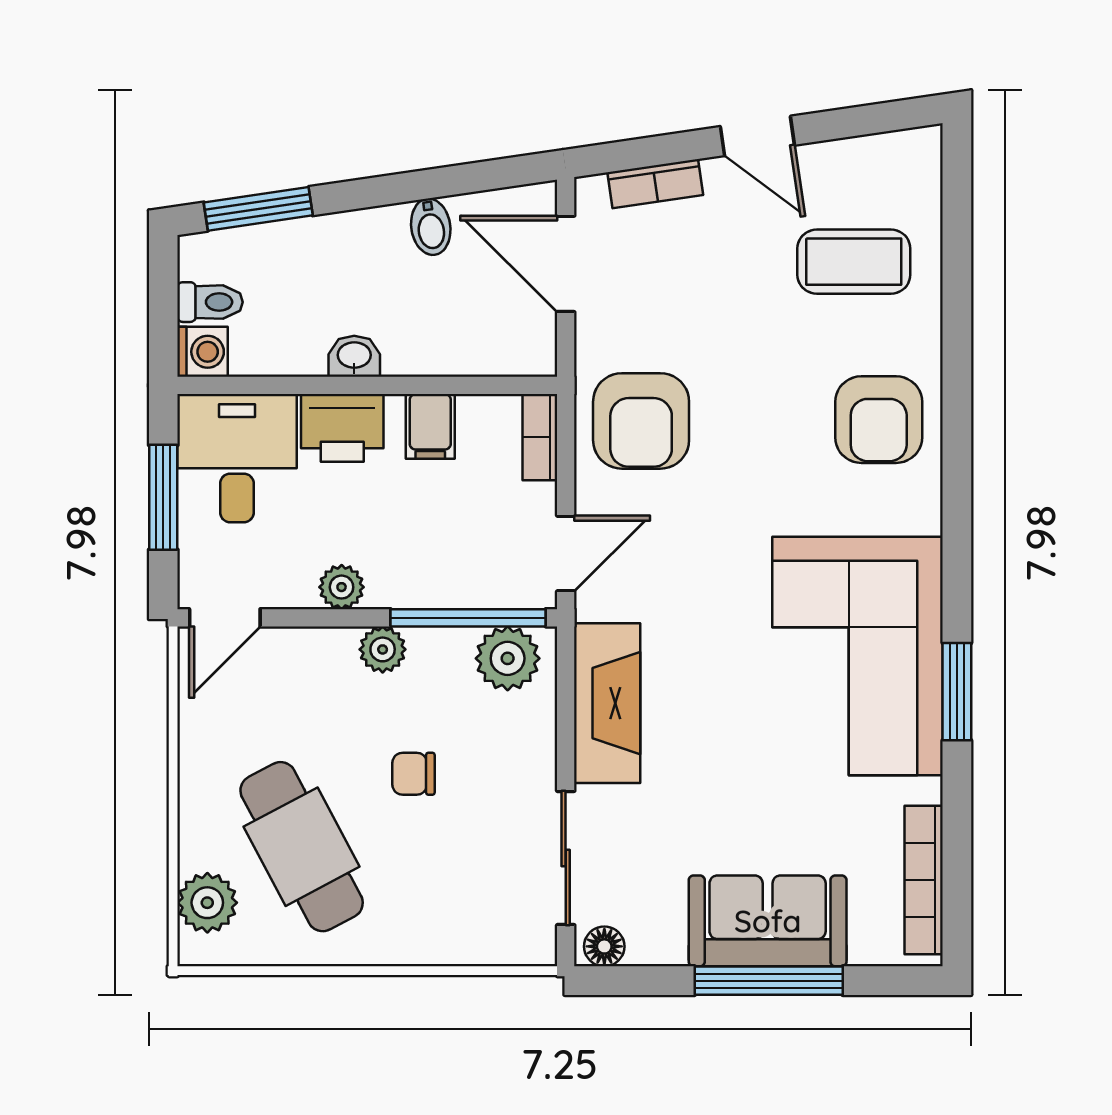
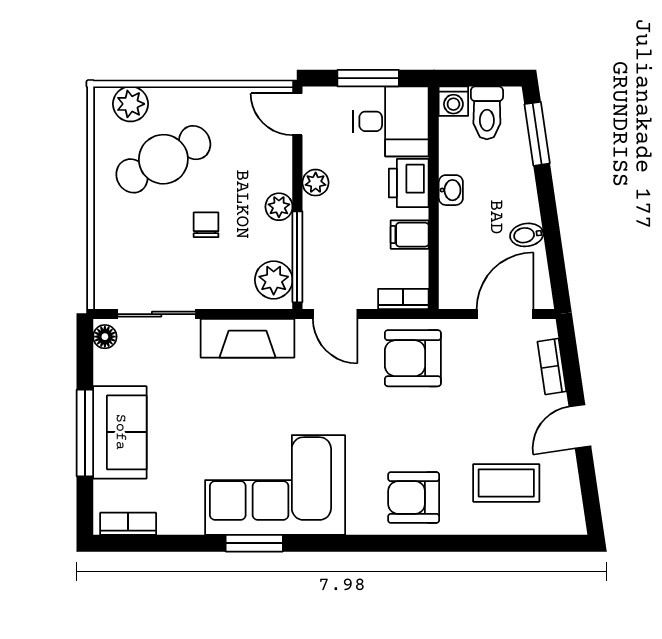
coffee table: (854, 262) -> (506, 483), turned 90
toilet: (210, 302) -> (487, 113), width x1.37, depth x1.39
bookcase: (924, 880) -> (128, 524), width x0.64

